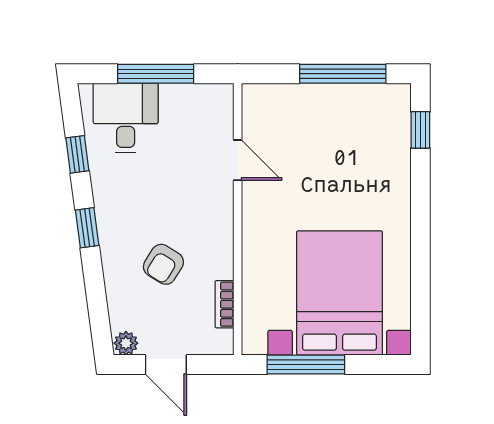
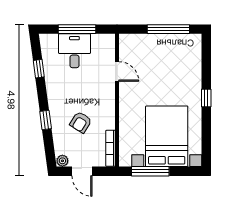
desk: (126, 118) -> (74, 51), moved
window: (420, 130) -> (206, 98), moved
window: (87, 228) -> (46, 120), moved
bookcase: (224, 304) -> (111, 148), width x1.56

